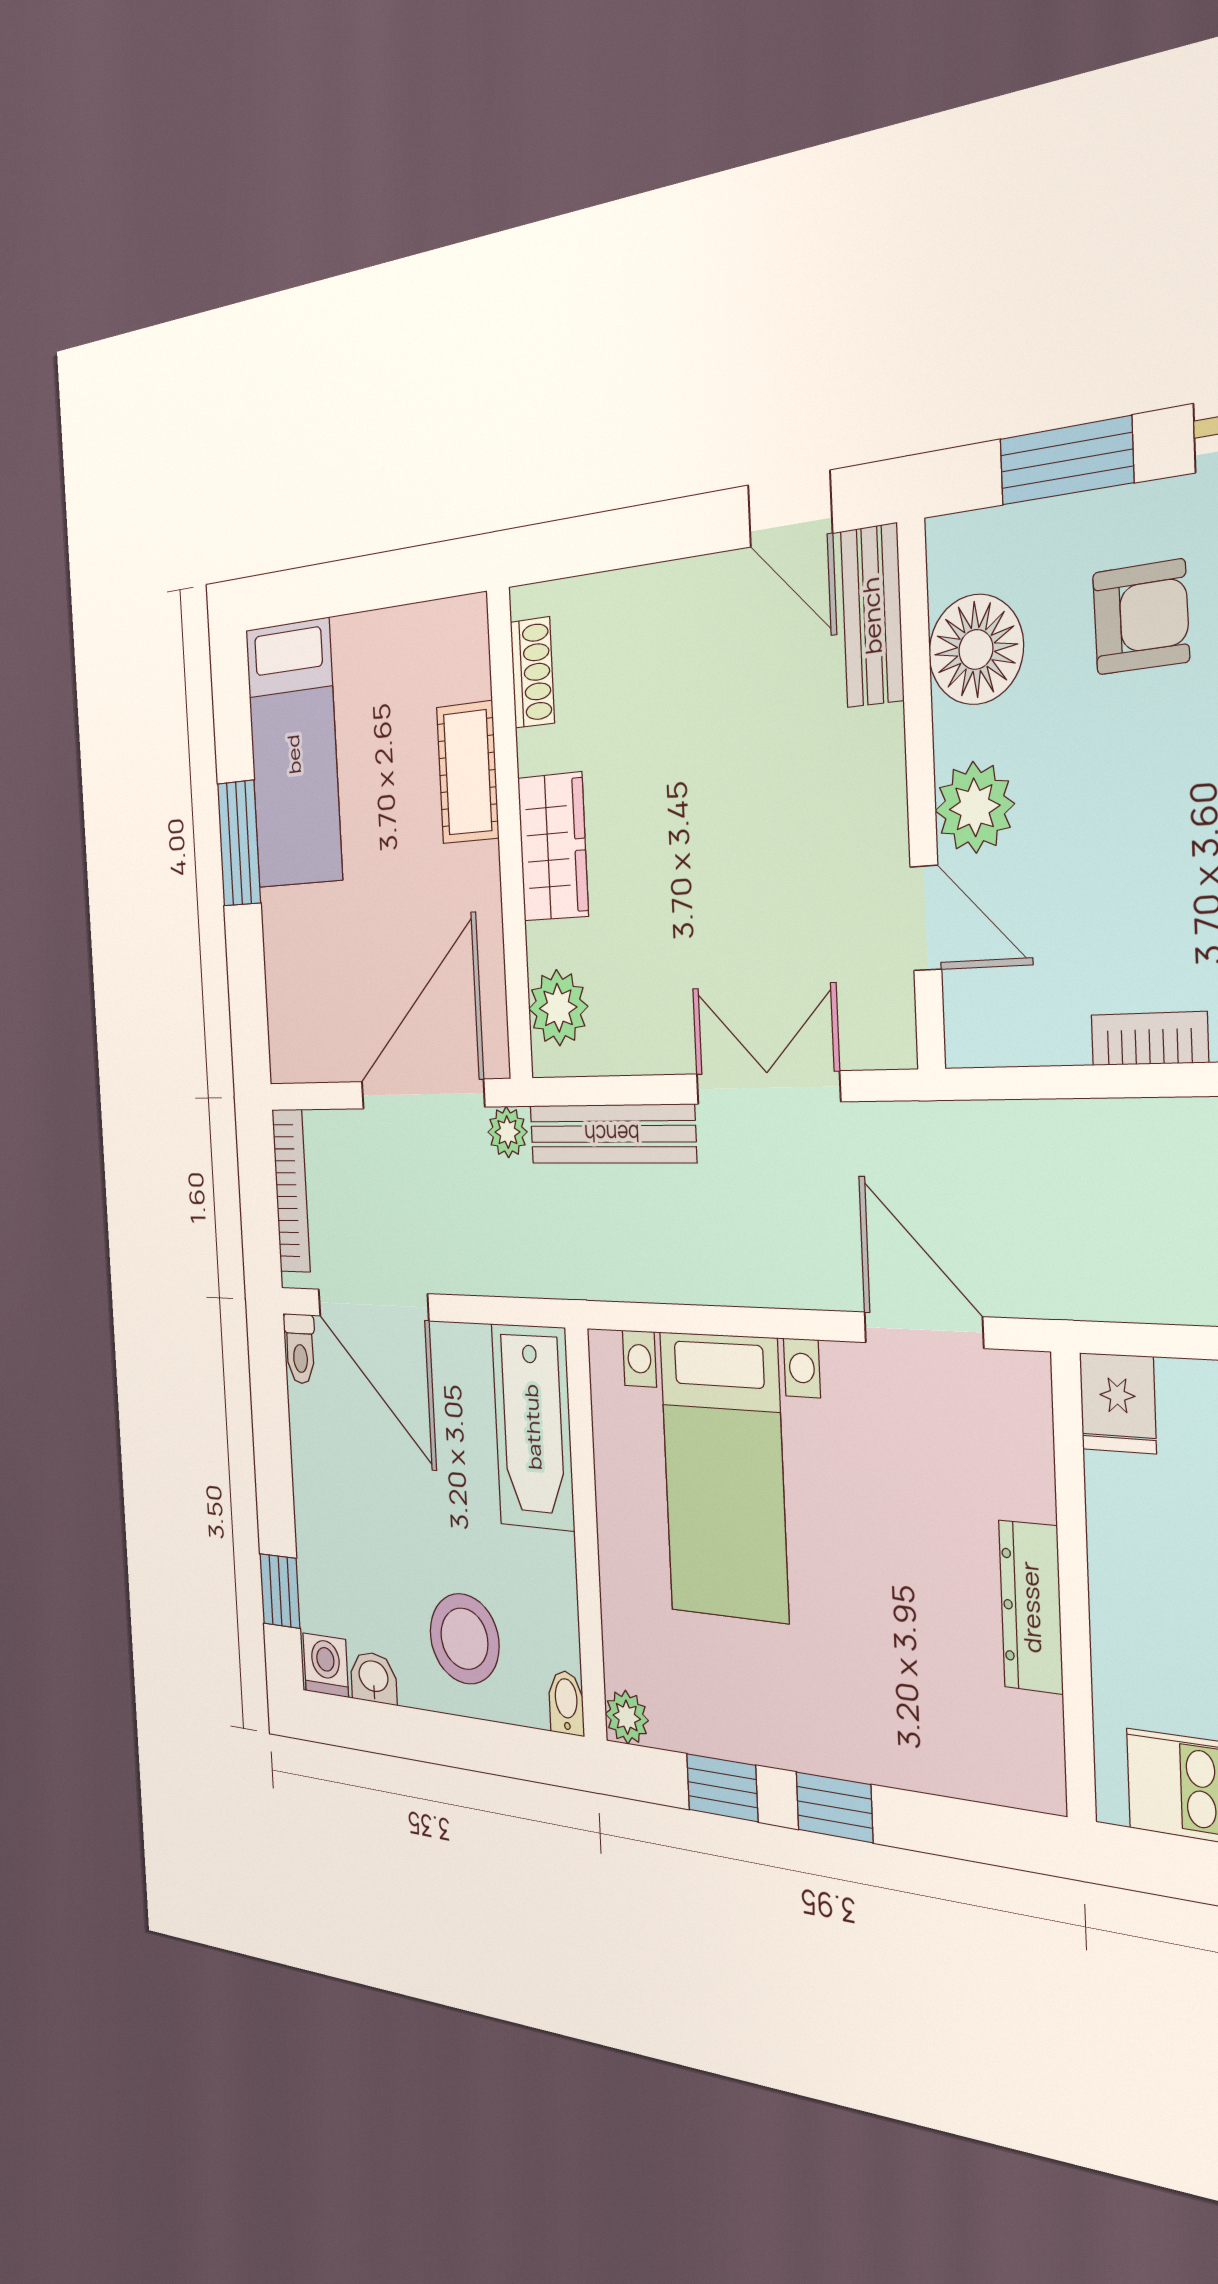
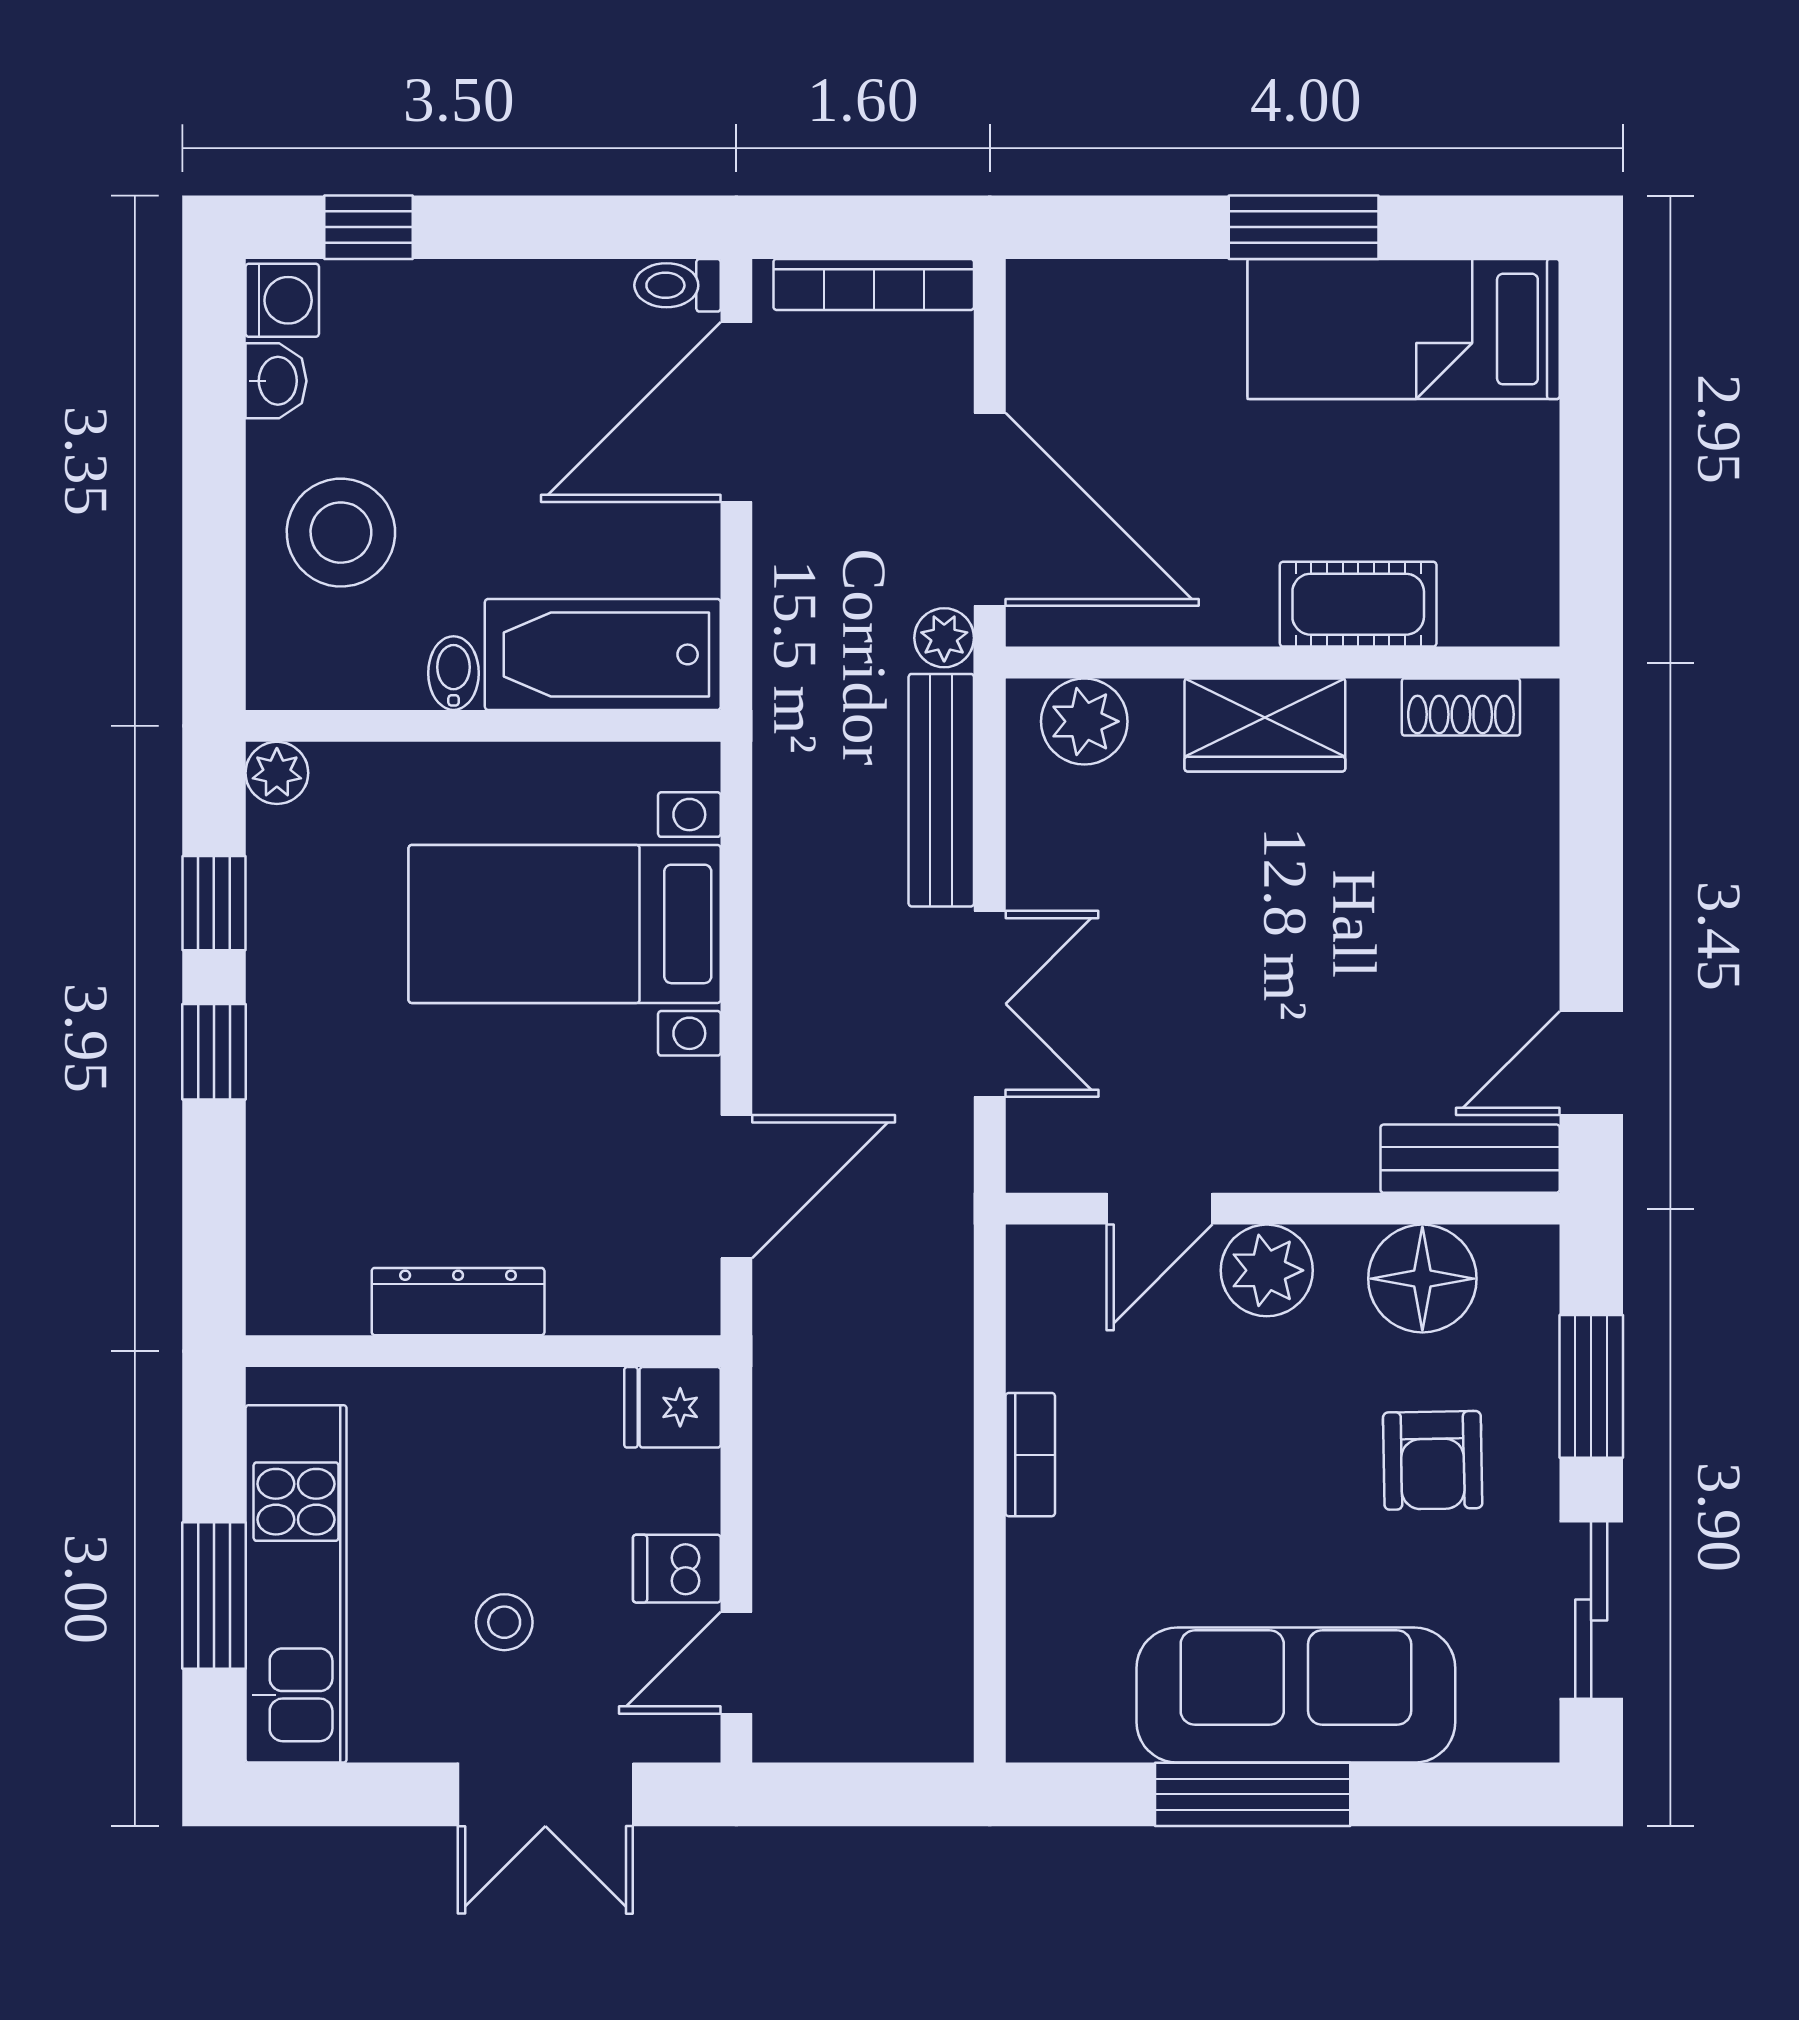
bidet: (566, 1703) -> (454, 673), moved, turned -90

